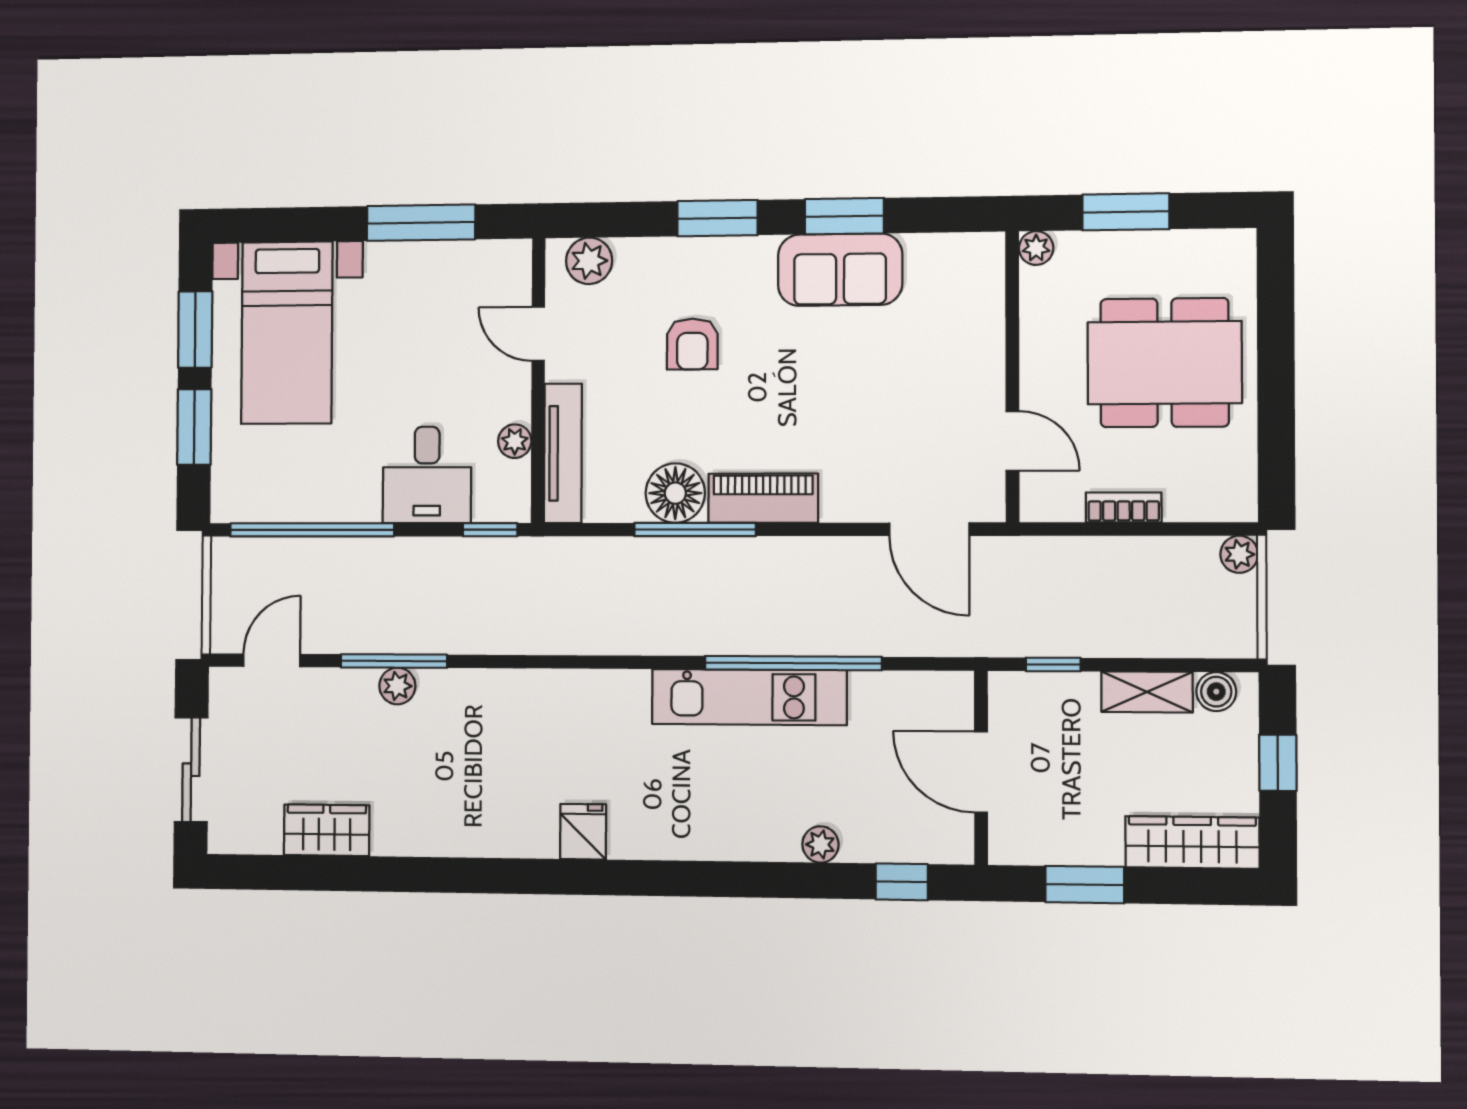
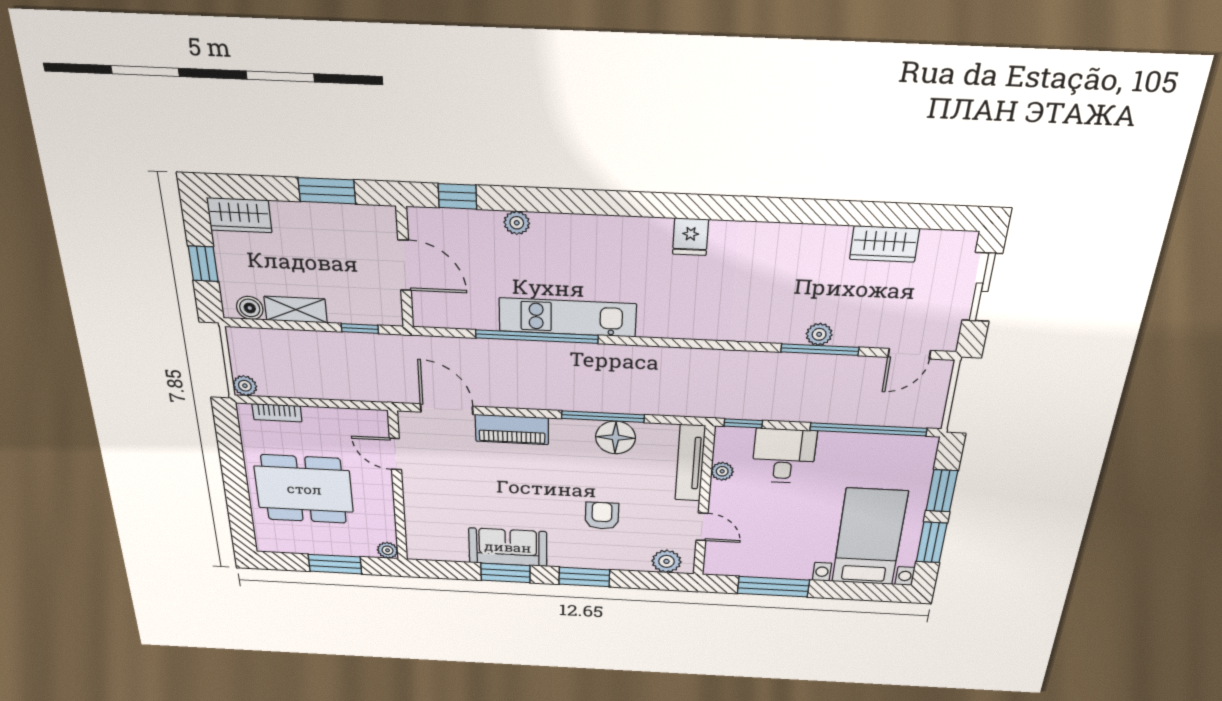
piano: (763, 498) -> (512, 430), moved
bookcase: (1124, 507) -> (277, 413), moved
wardrobe: (1192, 842) -> (239, 215), width x0.67

